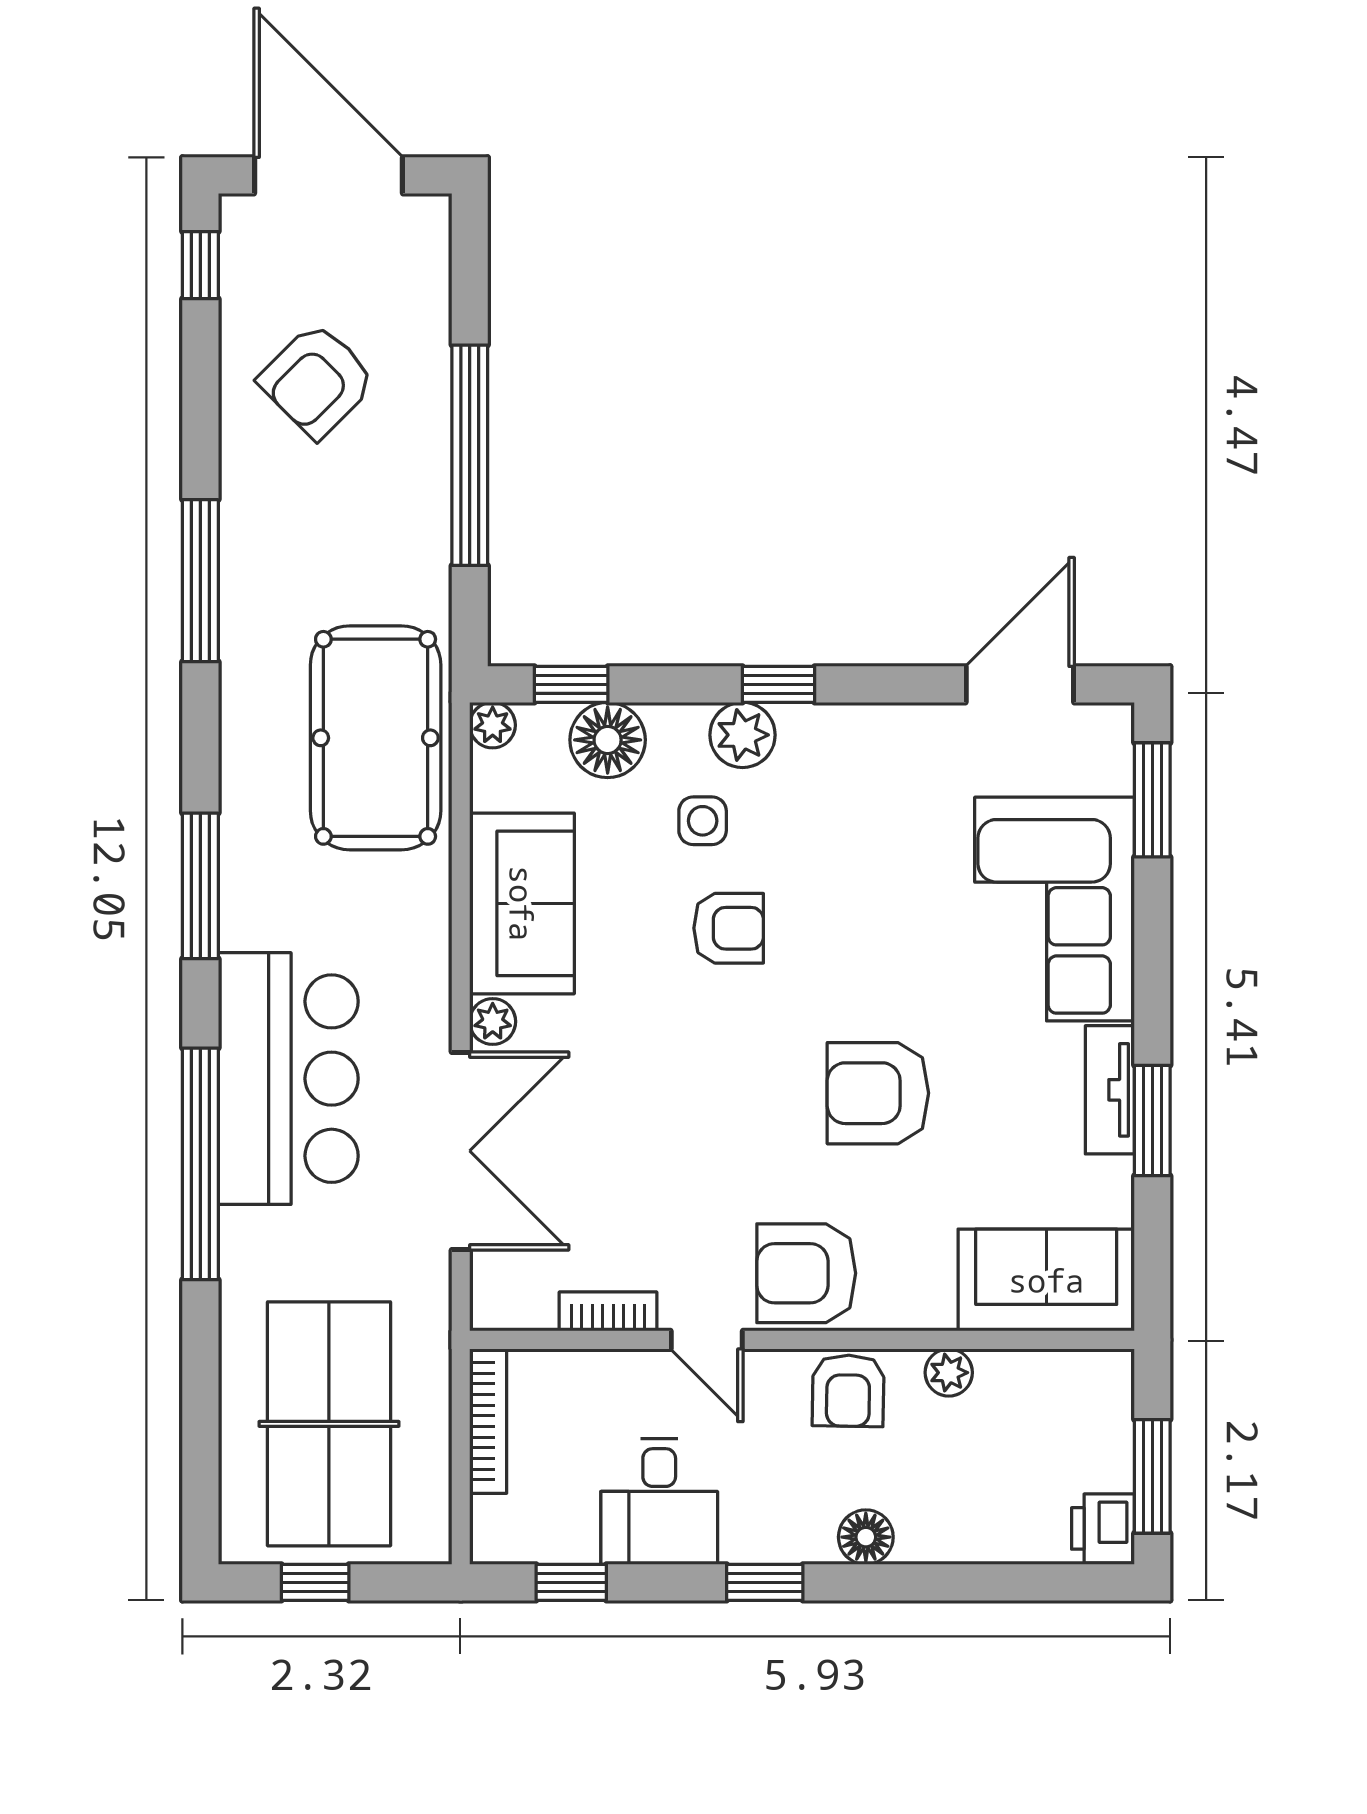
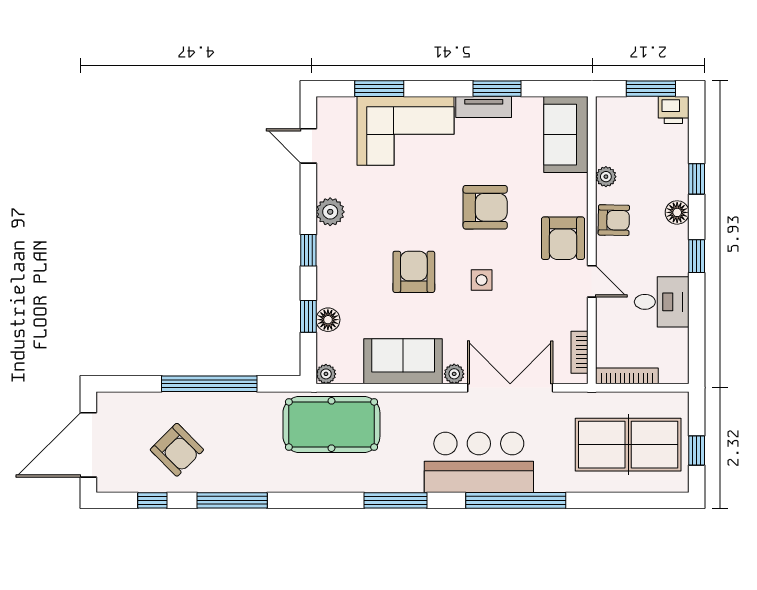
window: (200, 265) -> (152, 500), moved
window: (200, 581) -> (232, 500), moved
window: (571, 684) -> (308, 316), moved
door: (1020, 684) -> (308, 146), width x0.73
plant: (743, 735) -> (330, 212), moved
floor lamp: (608, 740) -> (328, 320), width x0.73, depth x0.73
window: (1152, 800) -> (379, 89), moved
side table: (703, 821) -> (482, 280), moved
armchair: (729, 928) -> (414, 272), width x1.38, depth x1.38
armchair: (878, 1093) -> (485, 207), turned -90
bookcase: (608, 1311) -> (580, 352), moved
door: (707, 1340) -> (592, 281), hinge flipped
window: (571, 1582) -> (697, 179), moved

